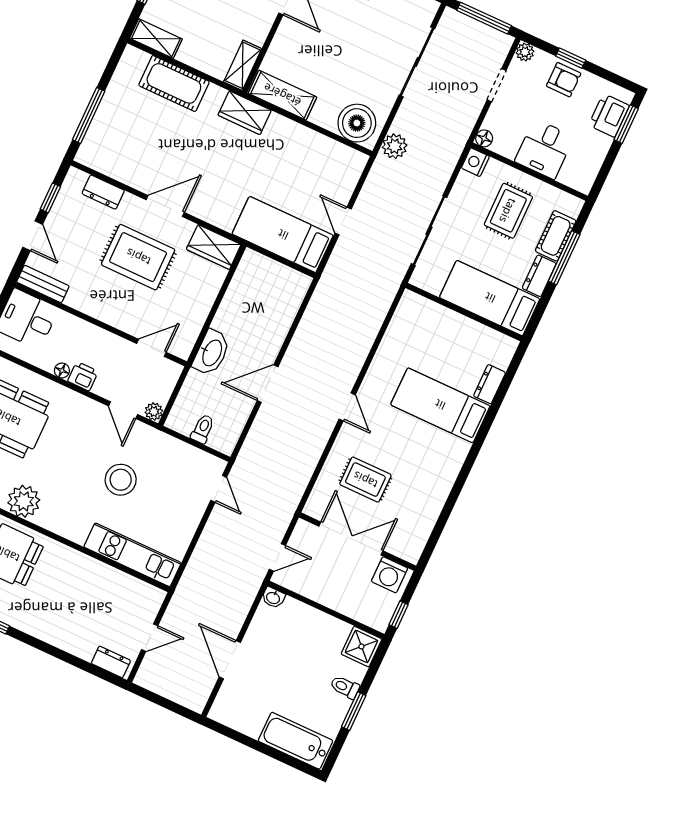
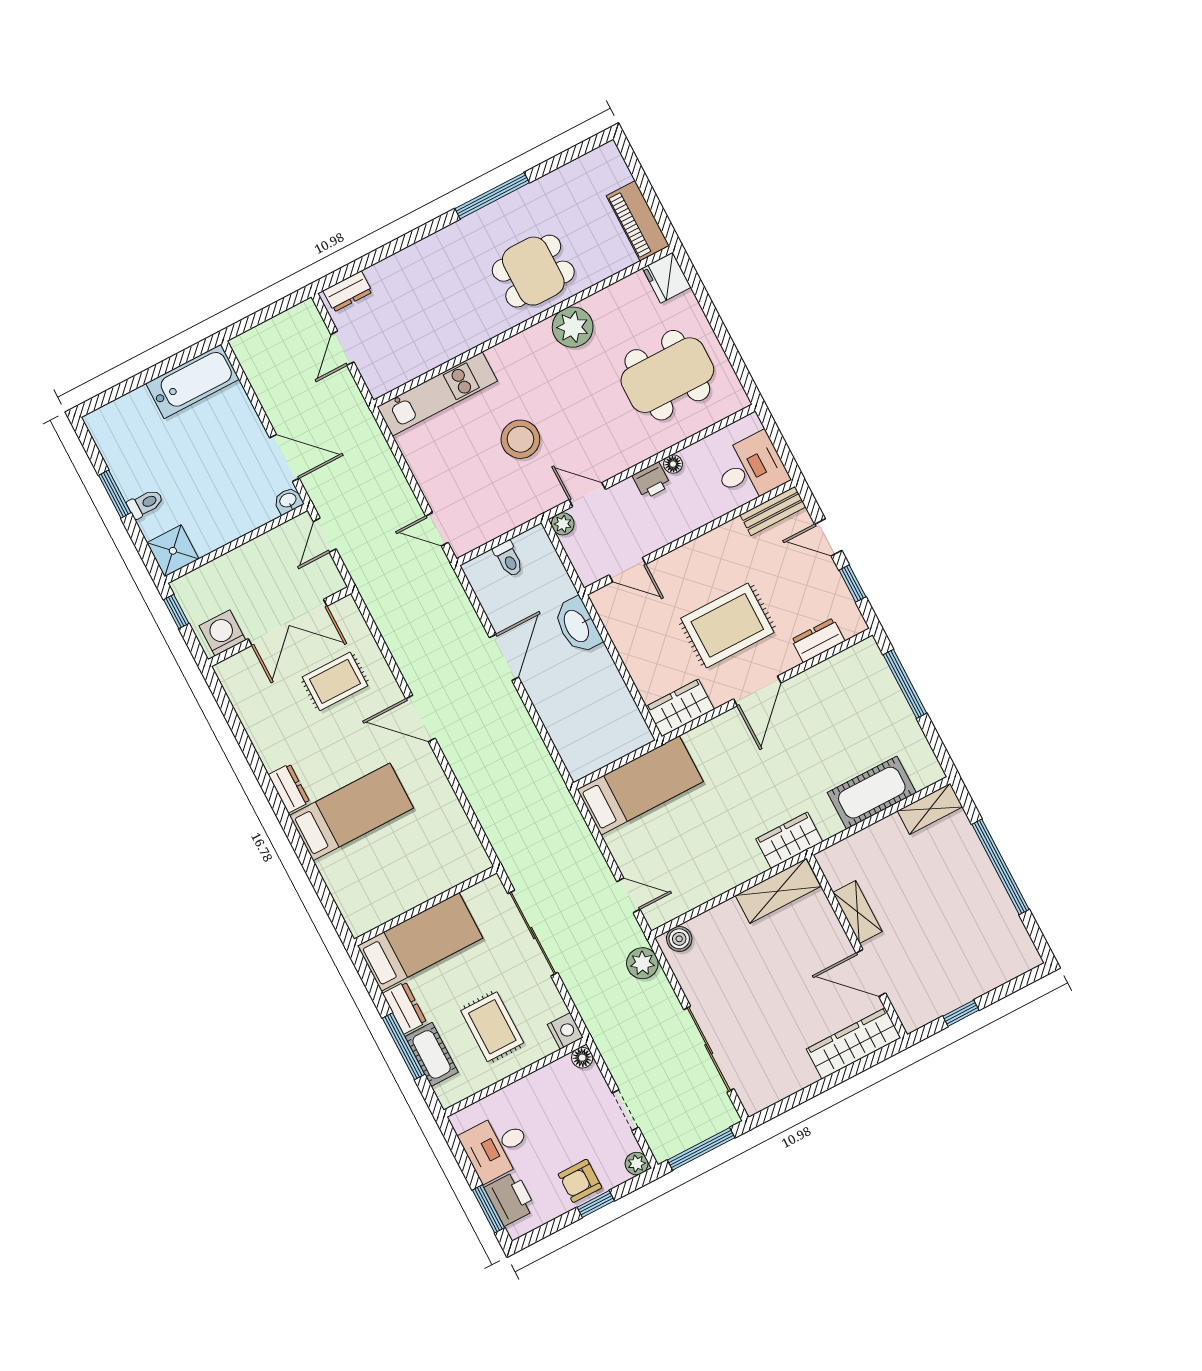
shelving: (243, 65) -> (857, 912), moved
boiler: (357, 123) -> (679, 939), width x0.54, depth x0.54
desk: (544, 149) -> (496, 1147), moved, turned -90
door: (343, 221) -> (628, 895), moved
door: (151, 348) -> (627, 570), hinge flipped
dresser: (490, 384) -> (289, 788), moved
door: (347, 407) -> (421, 719), width x1.38
door: (230, 660) -> (284, 458), moved
bathtub: (296, 741) -> (192, 381), moved

